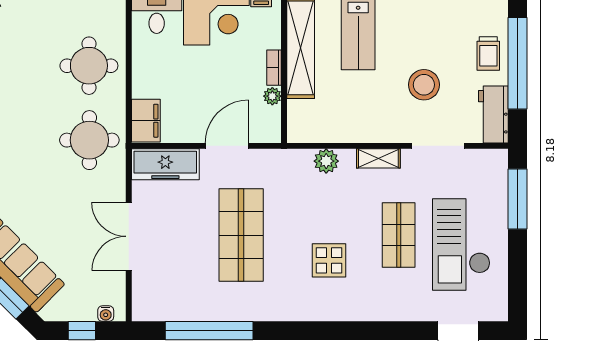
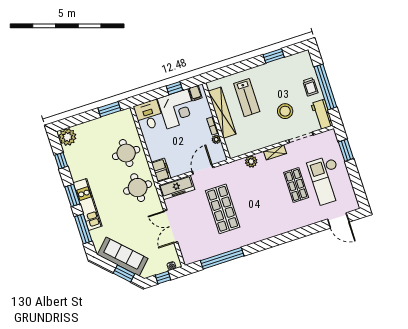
window: (518, 199) -> (346, 150), width x0.69
display table: (329, 260) -> (267, 207), removed

